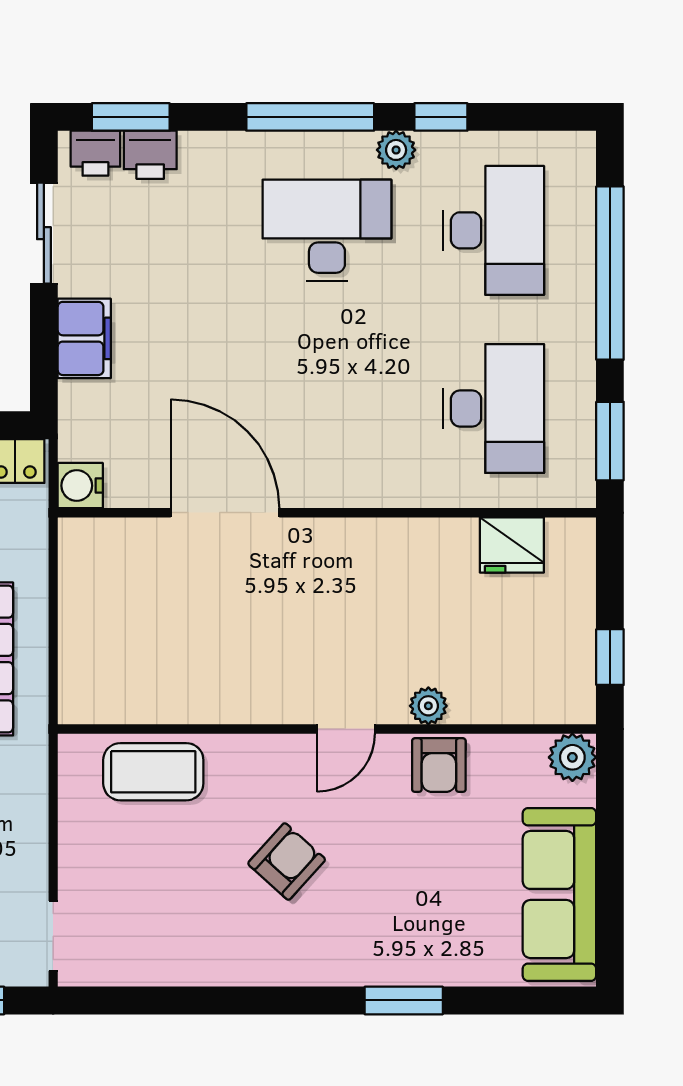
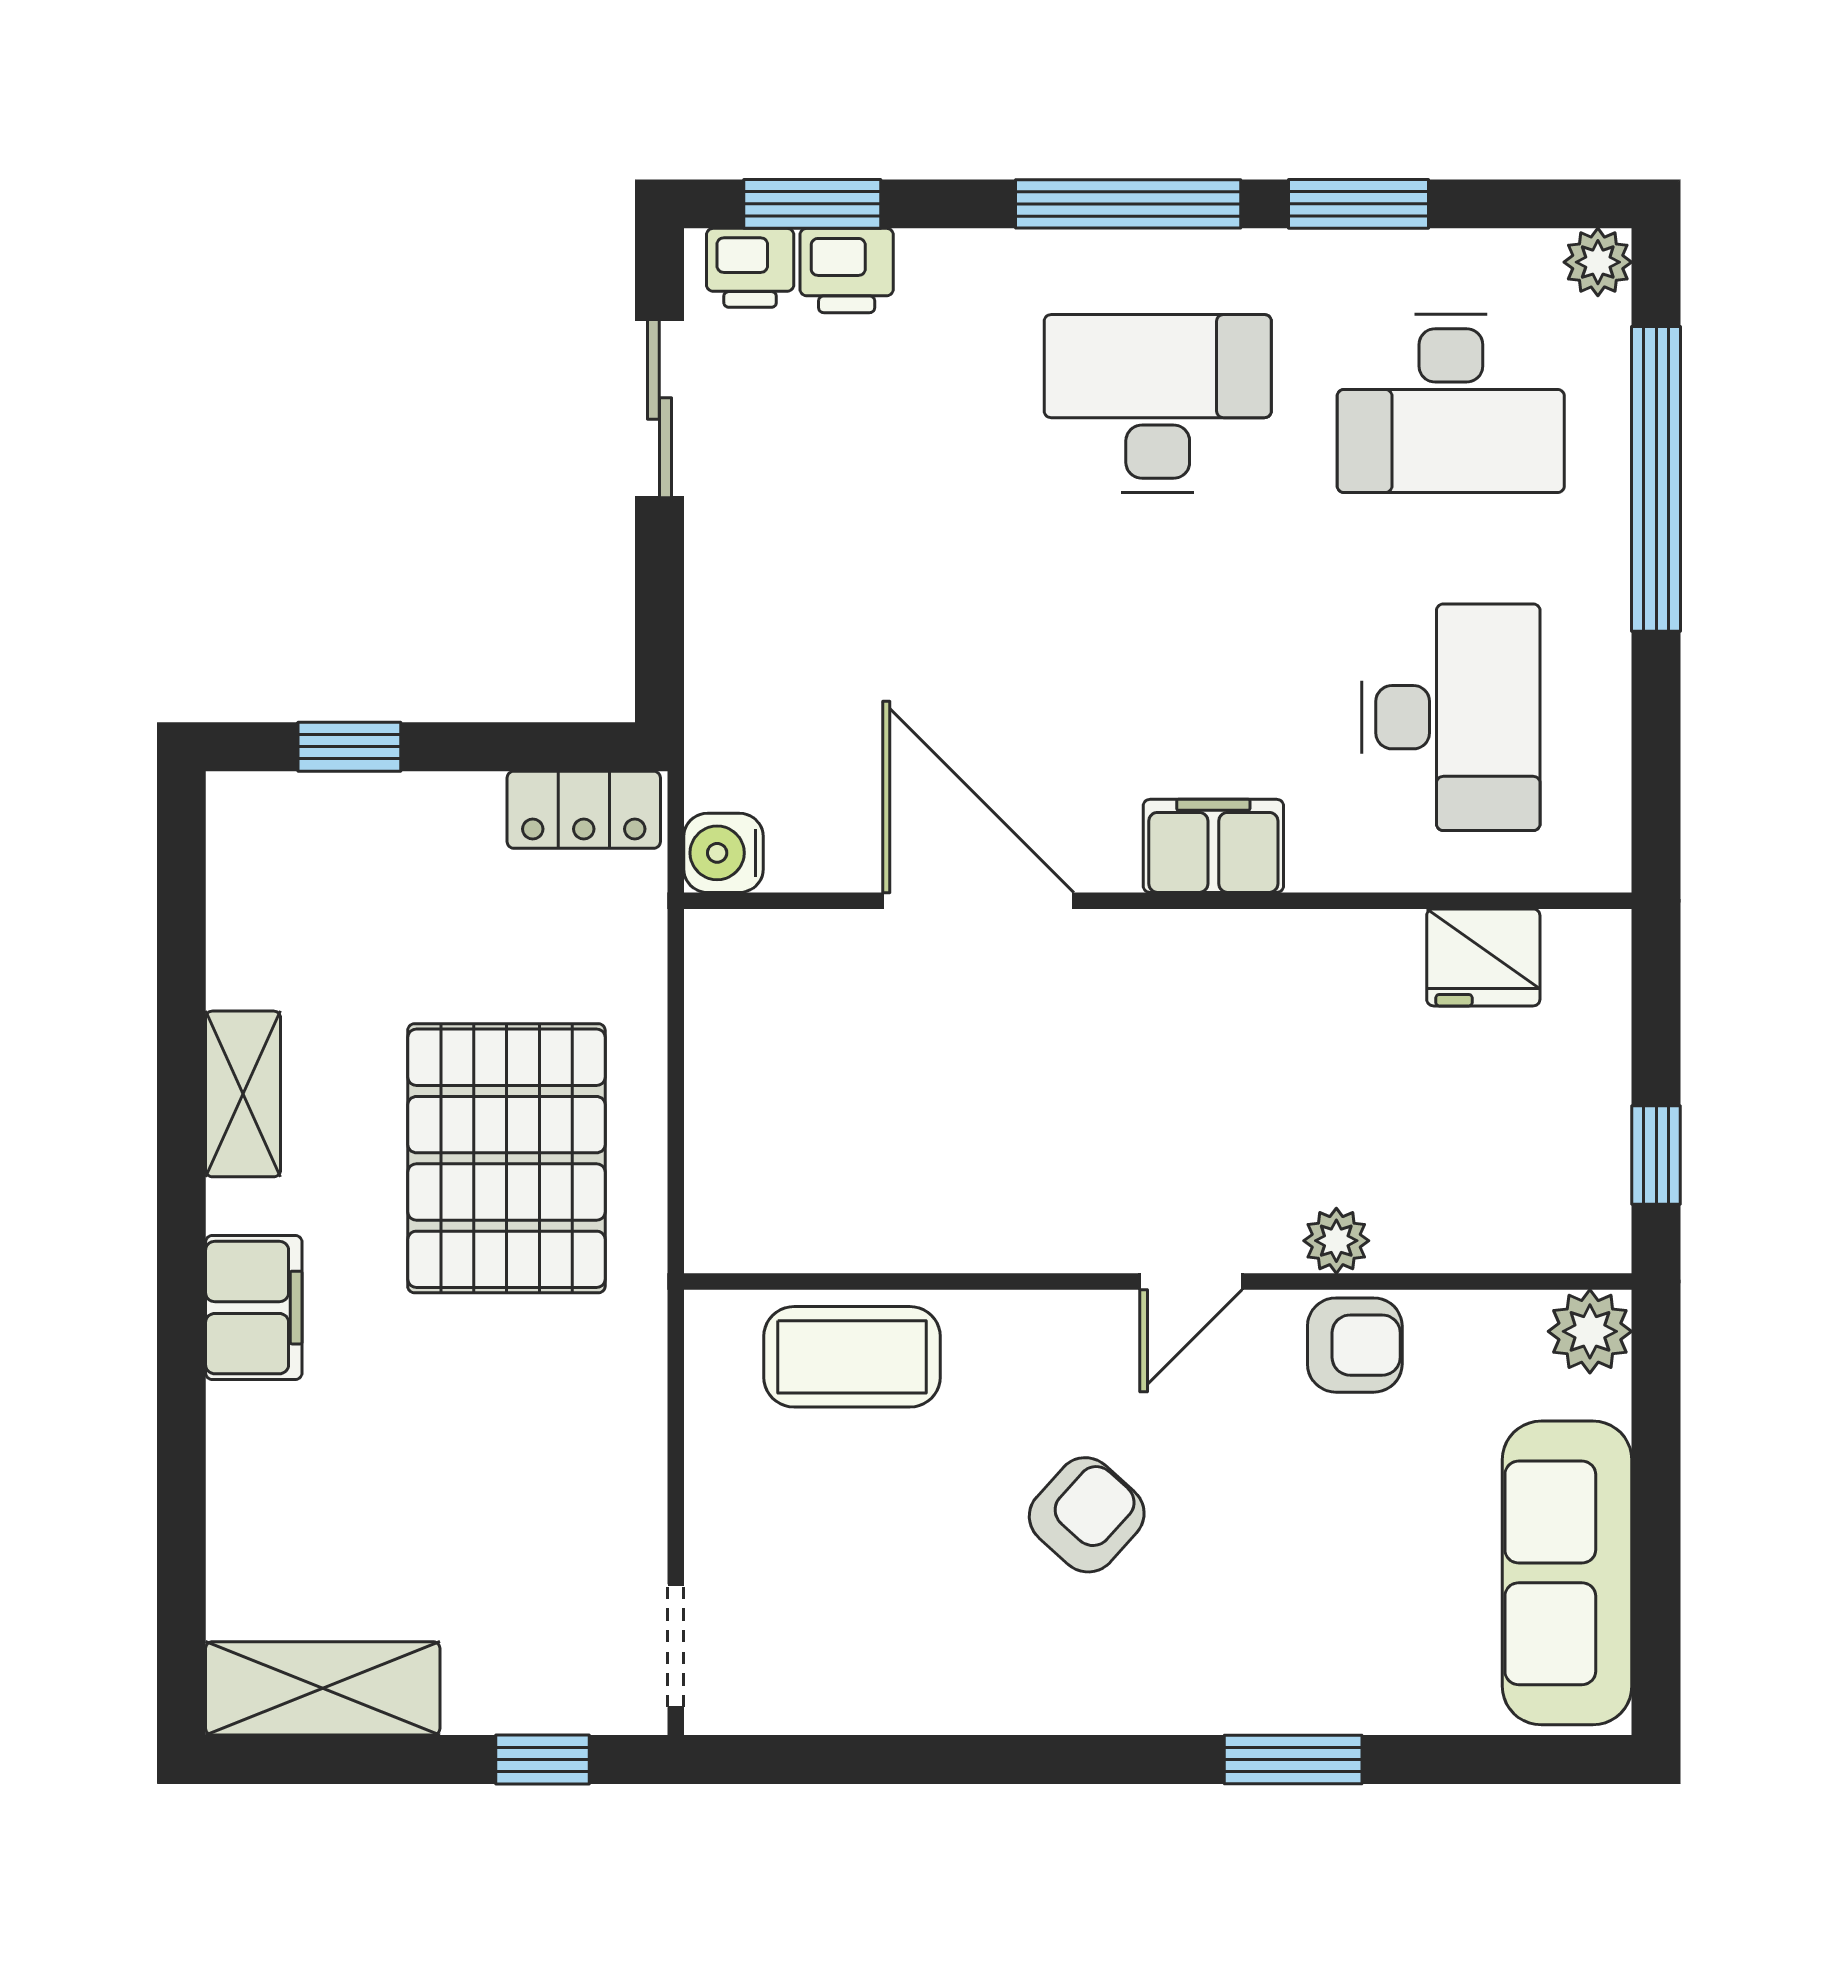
window: (441, 117) -> (1358, 204), width x1.50
plant: (396, 150) -> (1598, 262), moved
desk: (493, 230) -> (1451, 404), turned 90
filing cabinet: (84, 338) -> (1213, 846), moved, turned -90
window: (610, 441) -> (1656, 775), removed
armchair: (439, 765) -> (1355, 1345), turned -90

